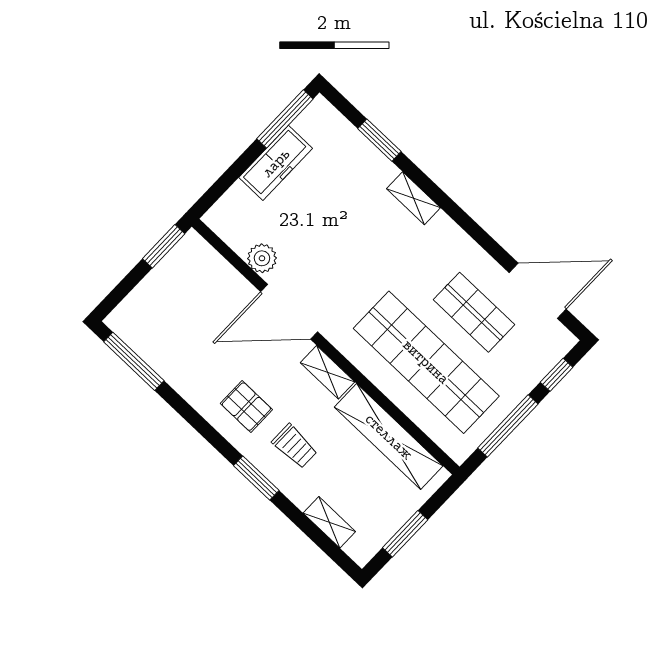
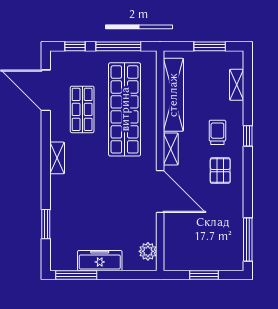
shelving: (414, 198) -> (57, 158), moved
window: (164, 246) -> (204, 275), moved
plant: (262, 258) -> (148, 251), moved
window: (256, 478) -> (248, 136), width x0.67

